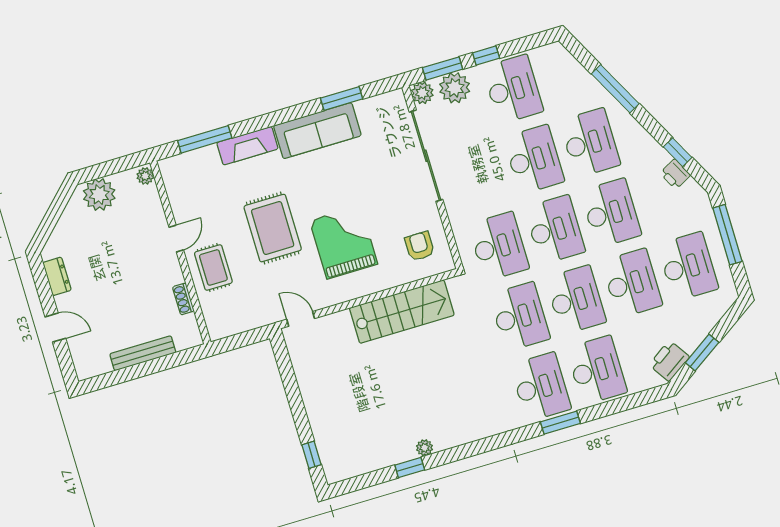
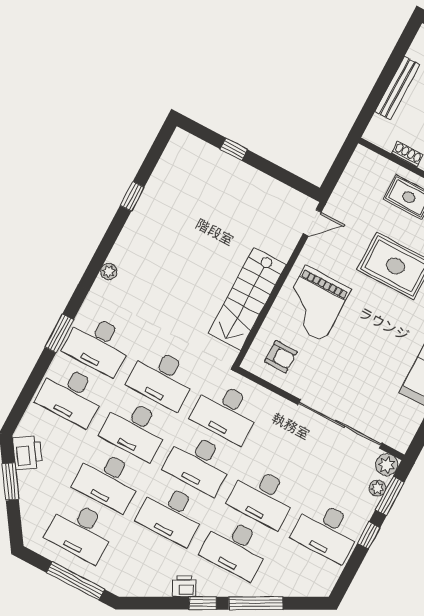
plant: (455, 88) -> (377, 488), width x0.53, depth x0.53
window: (678, 152) -> (203, 603), moved
printer: (675, 174) -> (184, 586), moved
grand piano: (344, 242) -> (314, 304), moved, turned 90
plant: (424, 448) -> (109, 271), moved
window: (312, 455) -> (234, 149), moved

